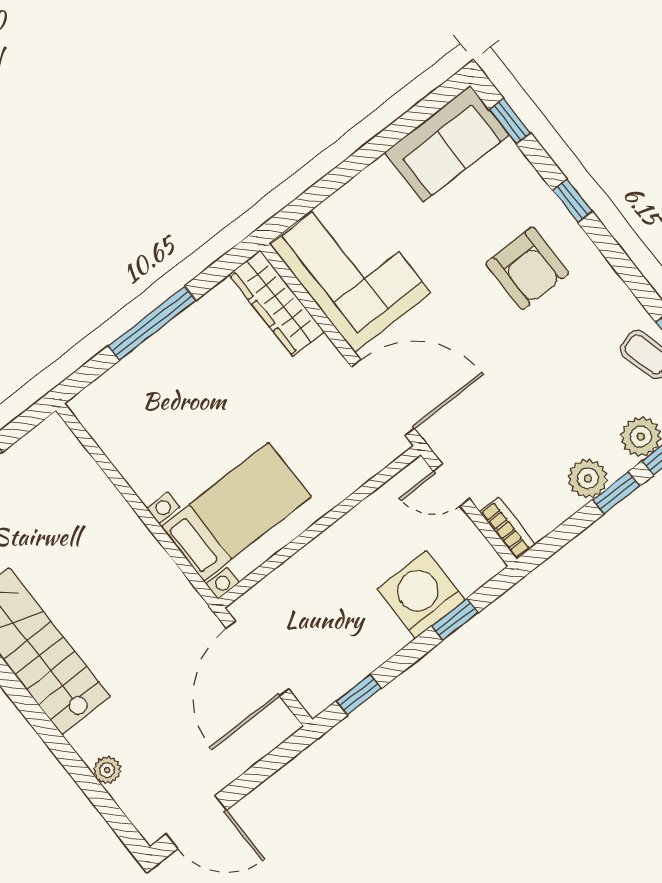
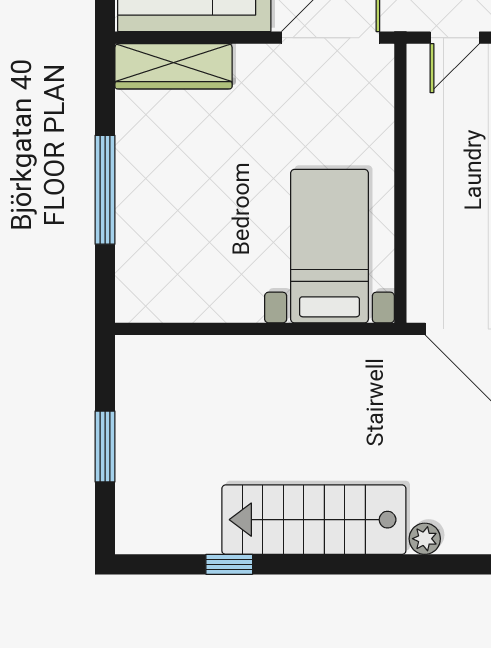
plant: (107, 770) -> (425, 539), moved

